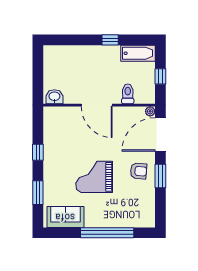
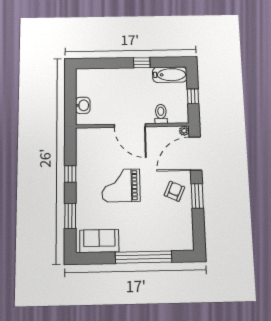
washbasin: (54, 97) -> (83, 105), moved, turned 90
armchair: (139, 171) -> (174, 191), turned -71
grand piano: (94, 177) -> (121, 185), moved

